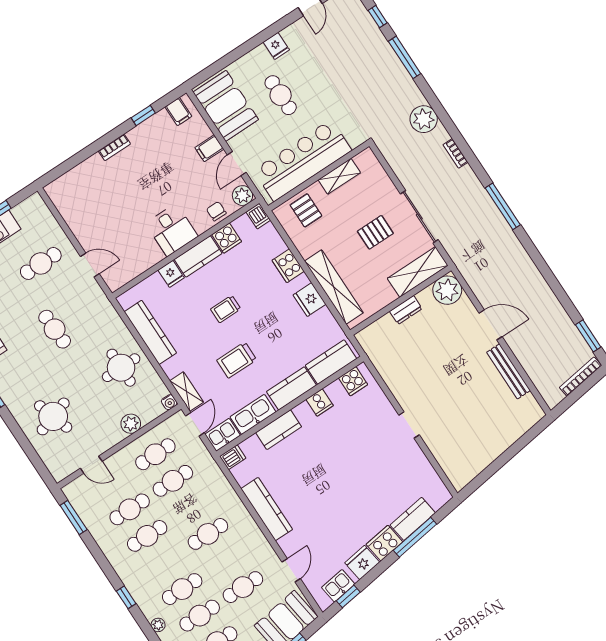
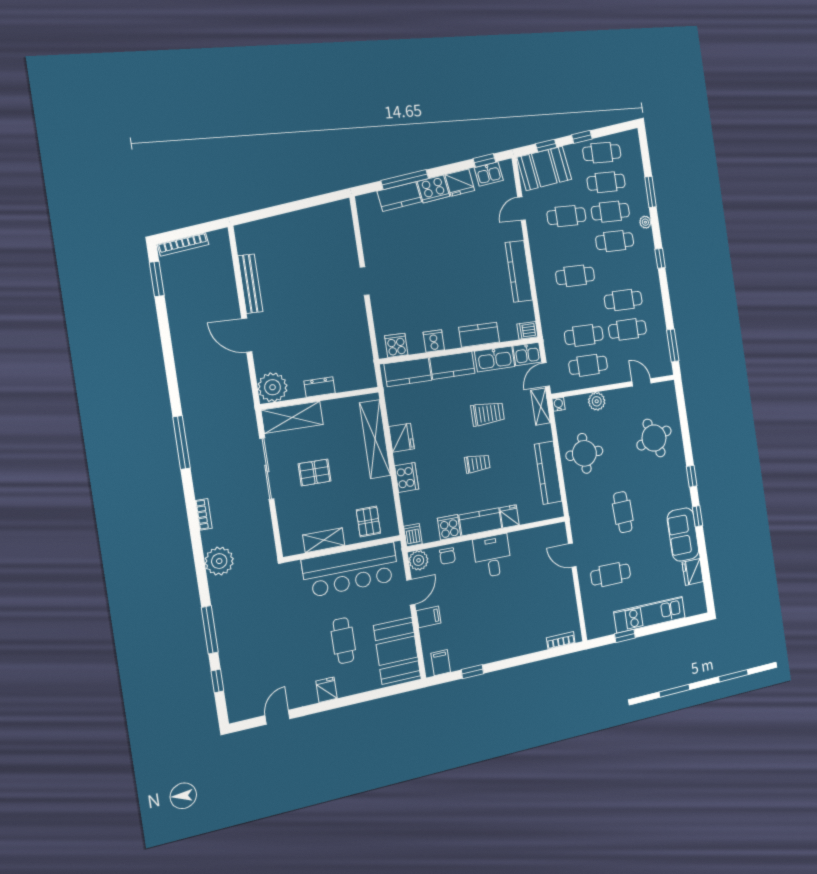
bookcase: (114, 147) -> (561, 640), moved

